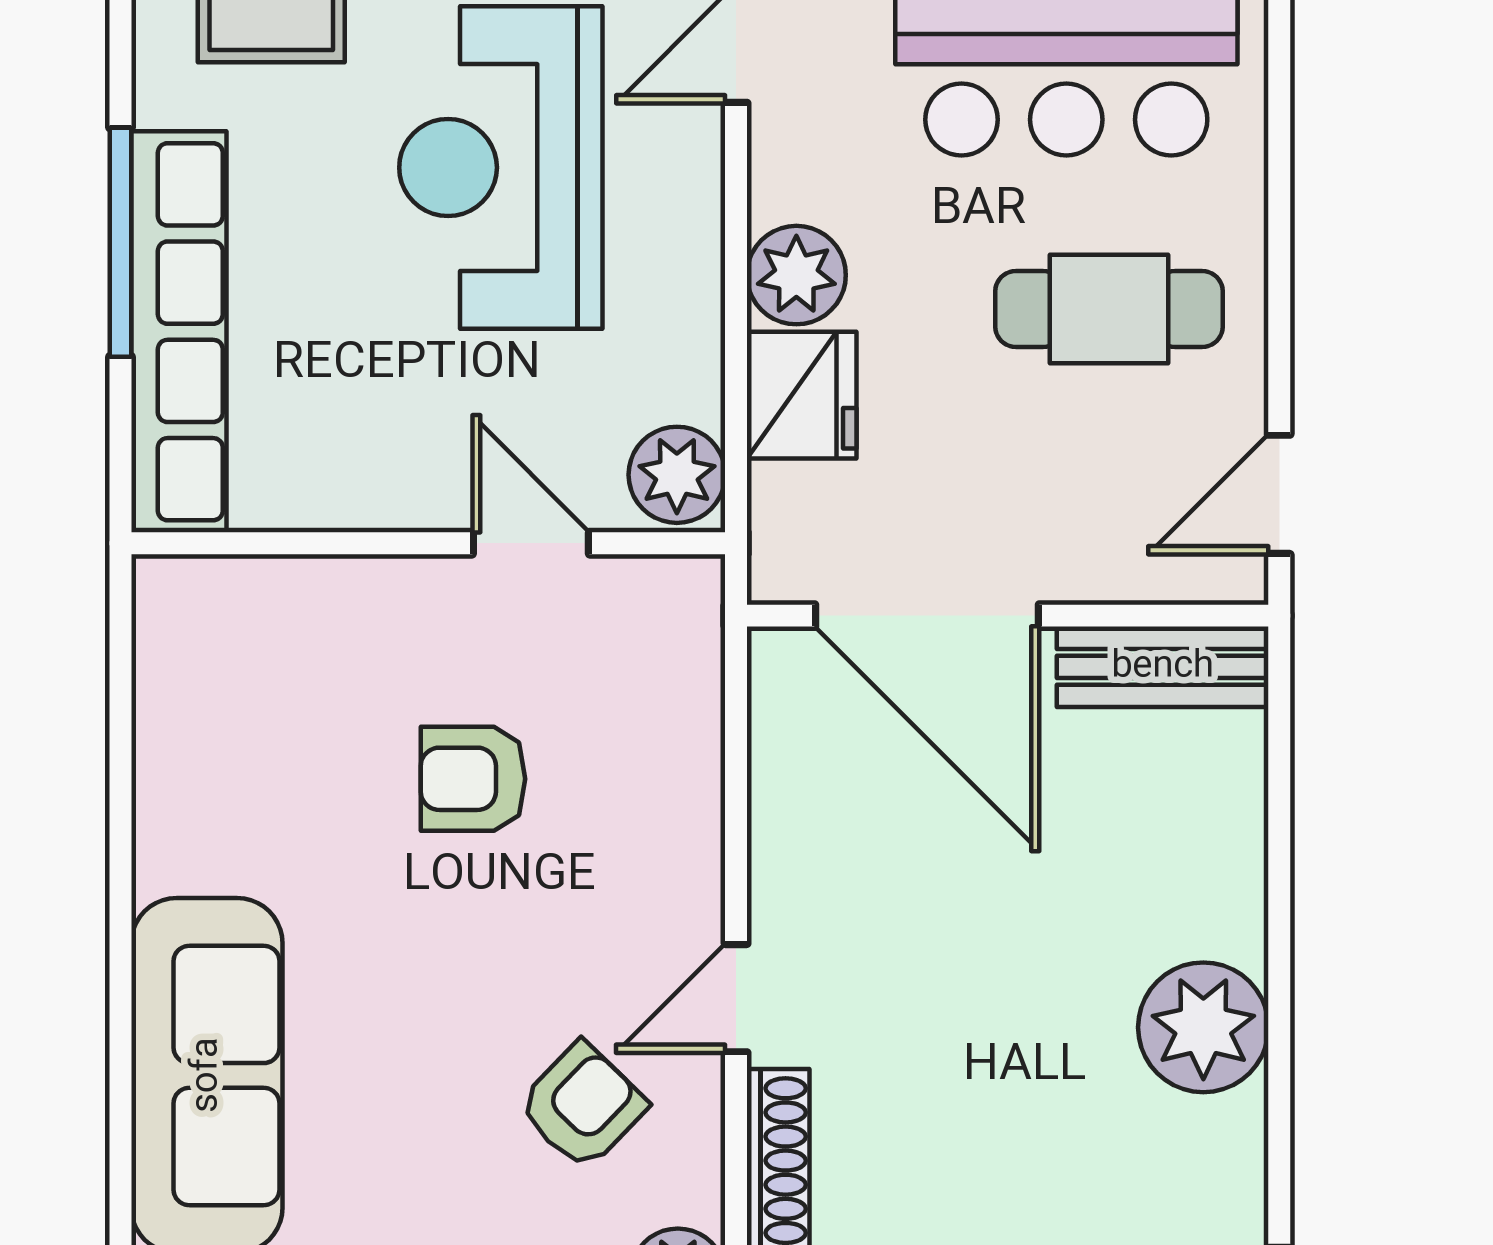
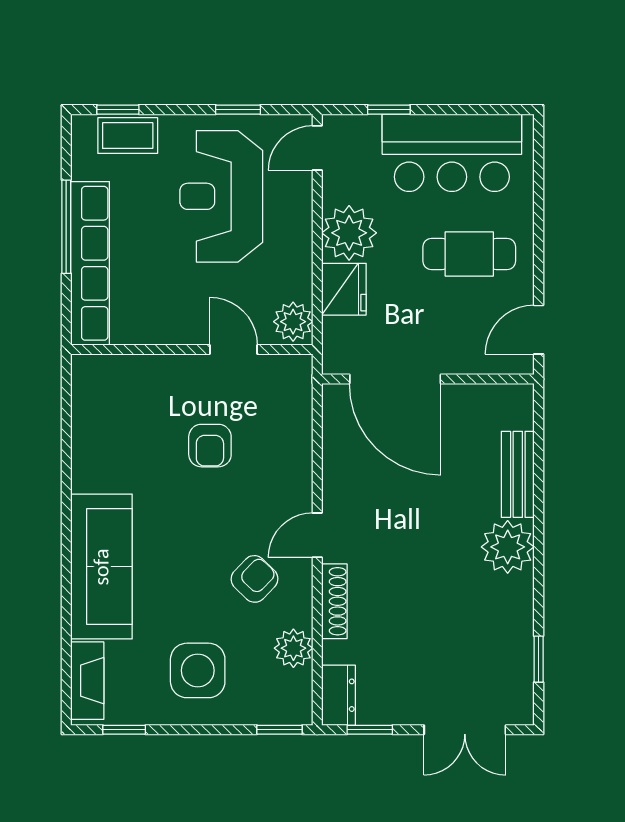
plant: (796, 275) -> (349, 233), width x1.36, depth x1.36
bench: (1163, 667) -> (518, 474), moved, turned 90
armchair: (473, 779) -> (210, 446), turned -90

